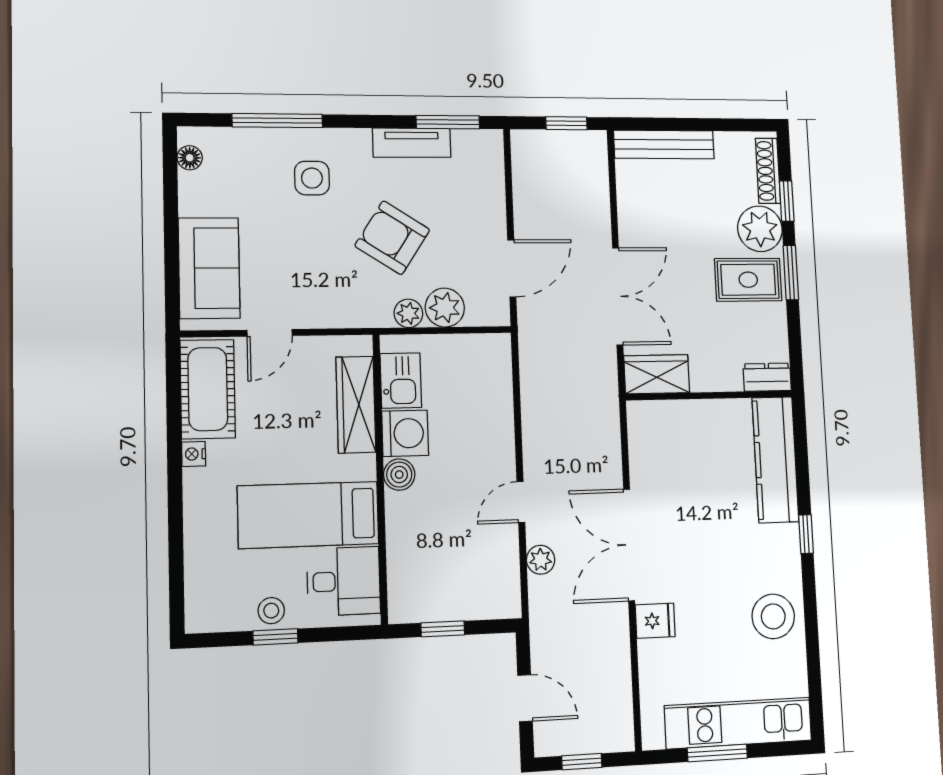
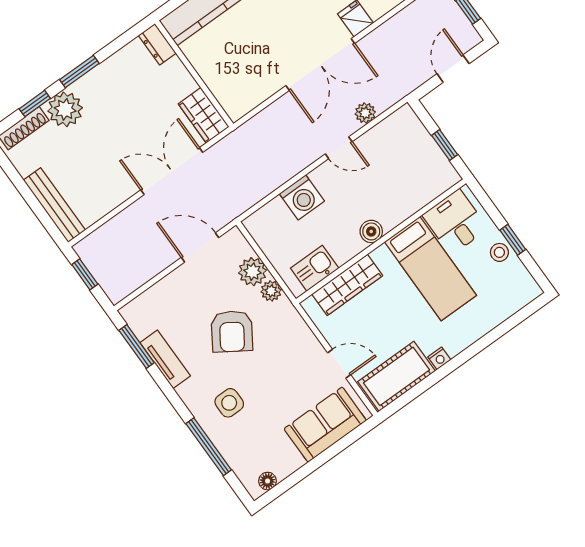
rug: (748, 280) -> (103, 96), removed
washing machine: (405, 433) -> (302, 197), moved, turned 180

